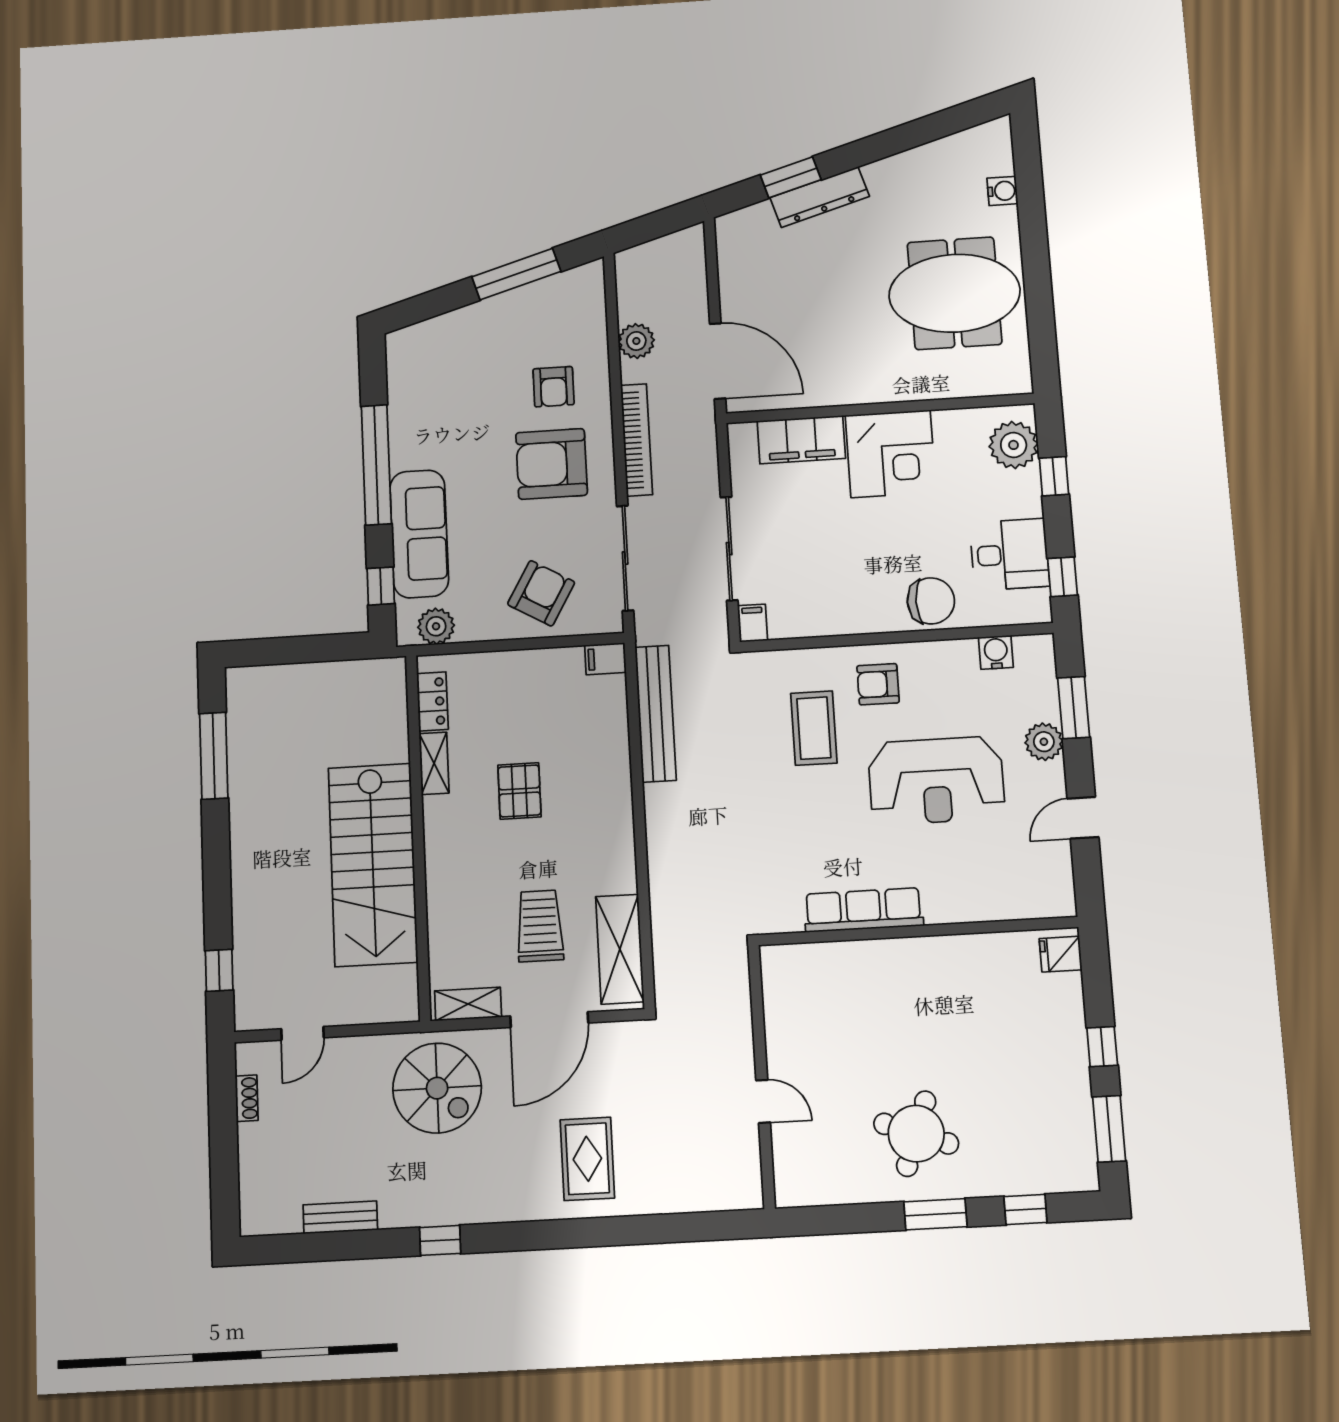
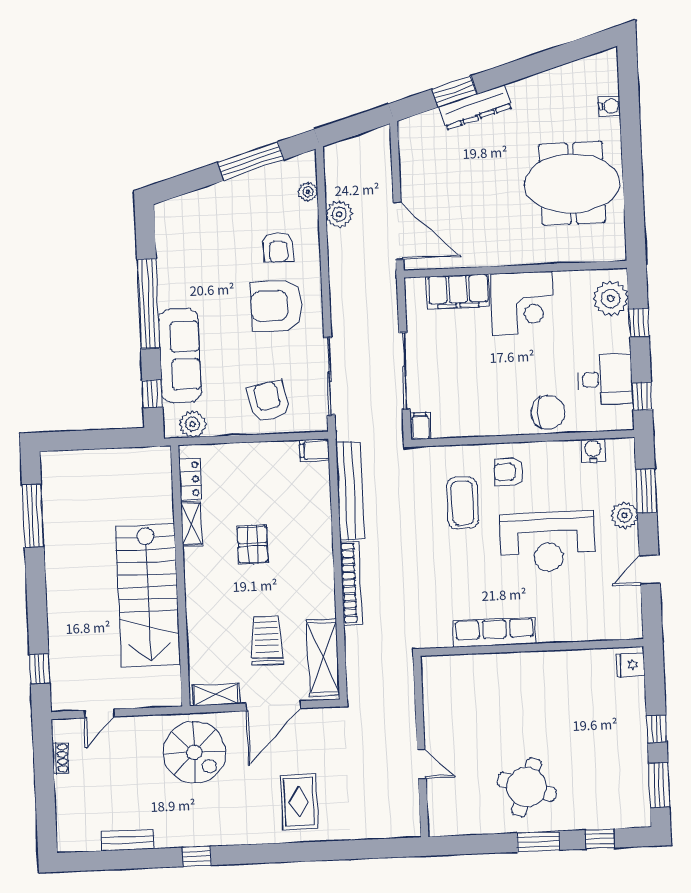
plant: (594, 312) -> (308, 192), added
bookcase: (637, 440) -> (351, 583), moved
armchair: (541, 593) -> (269, 401), turned -43

